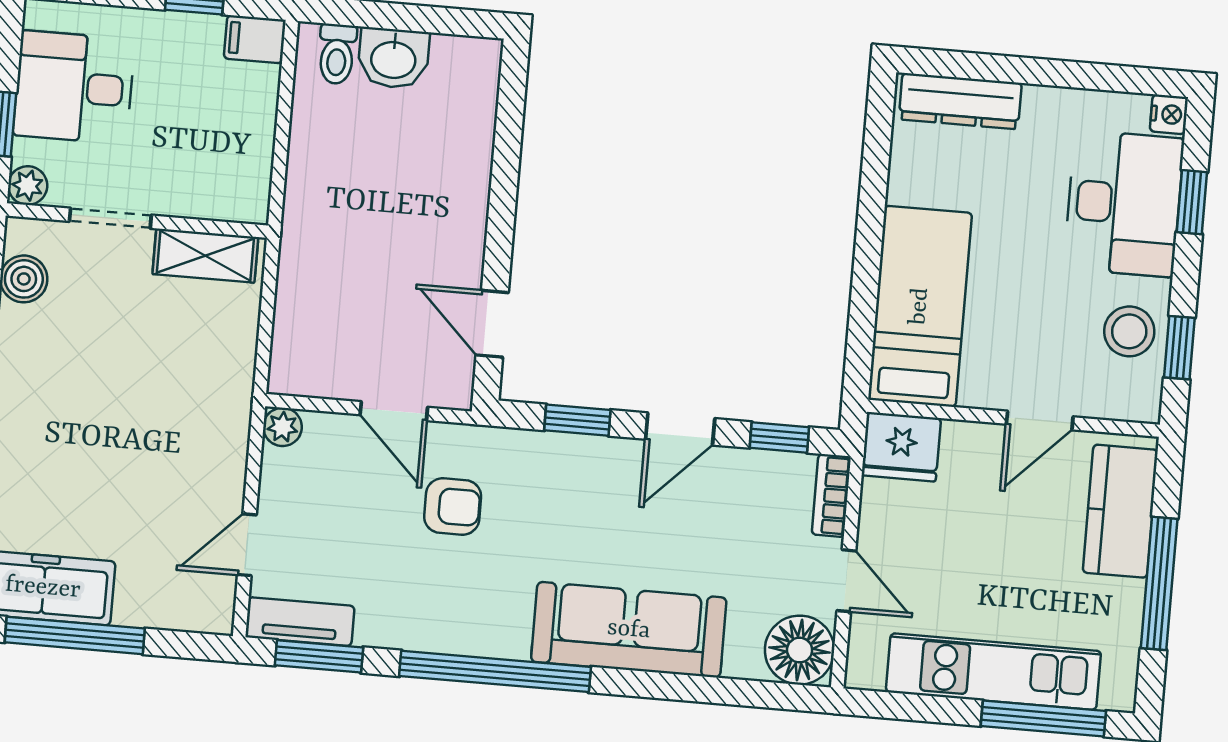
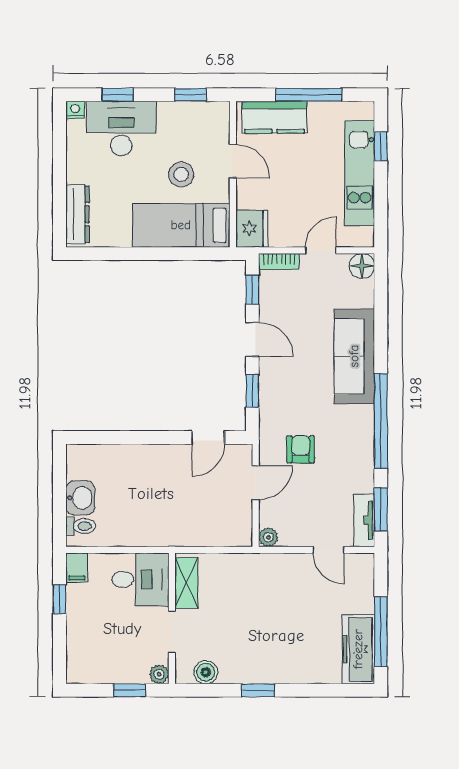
desk: (74, 87) -> (140, 579), moved, turned -90
stool: (1129, 331) -> (181, 174), moved
floor lamp: (800, 650) -> (362, 266), width x0.73, depth x0.73
window: (1043, 718) -> (381, 147), width x0.46

